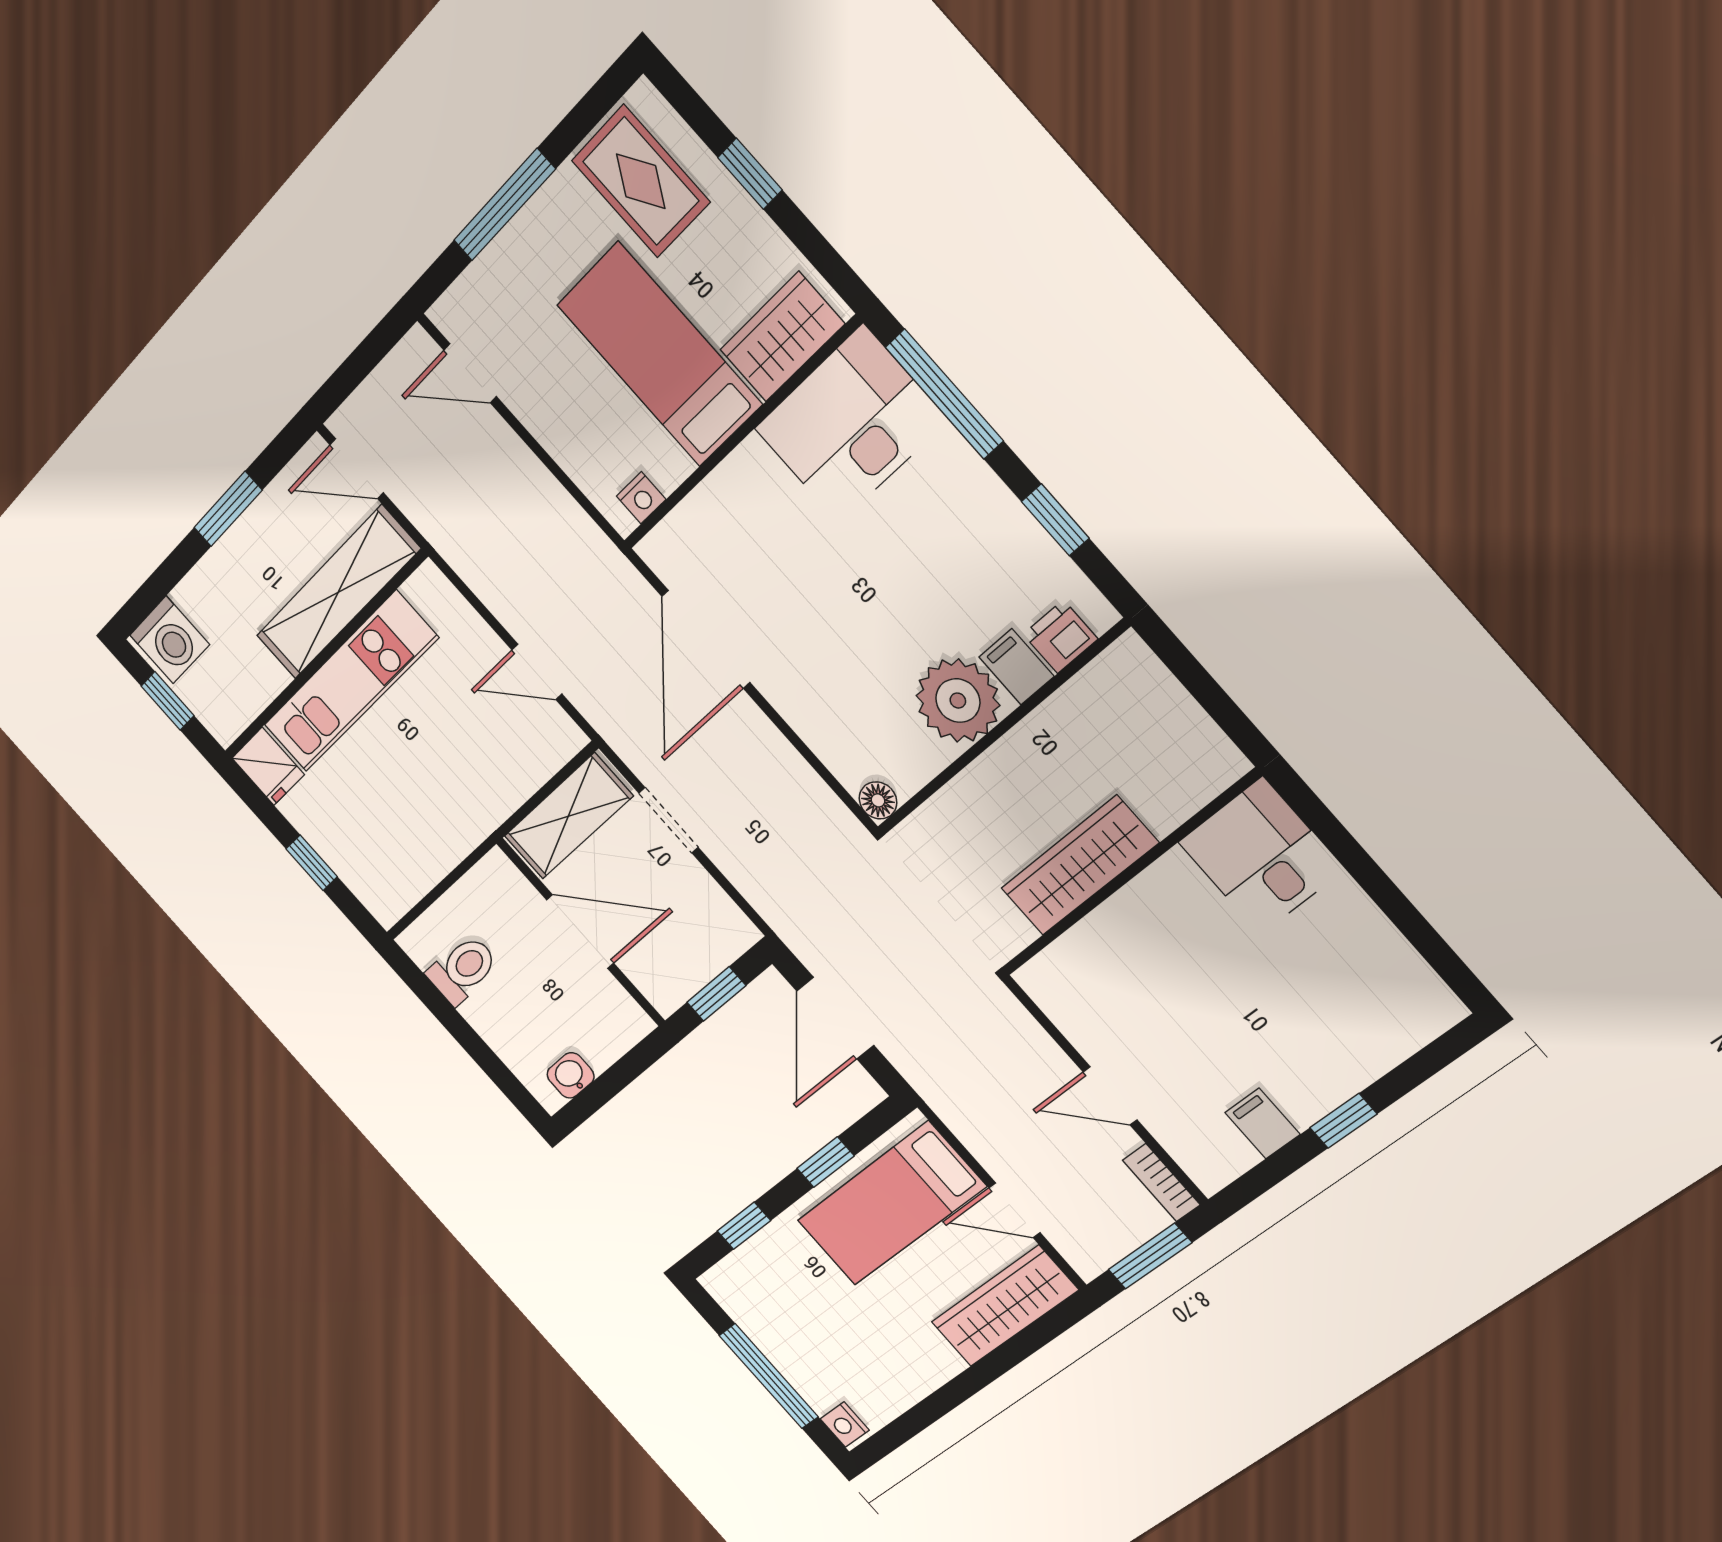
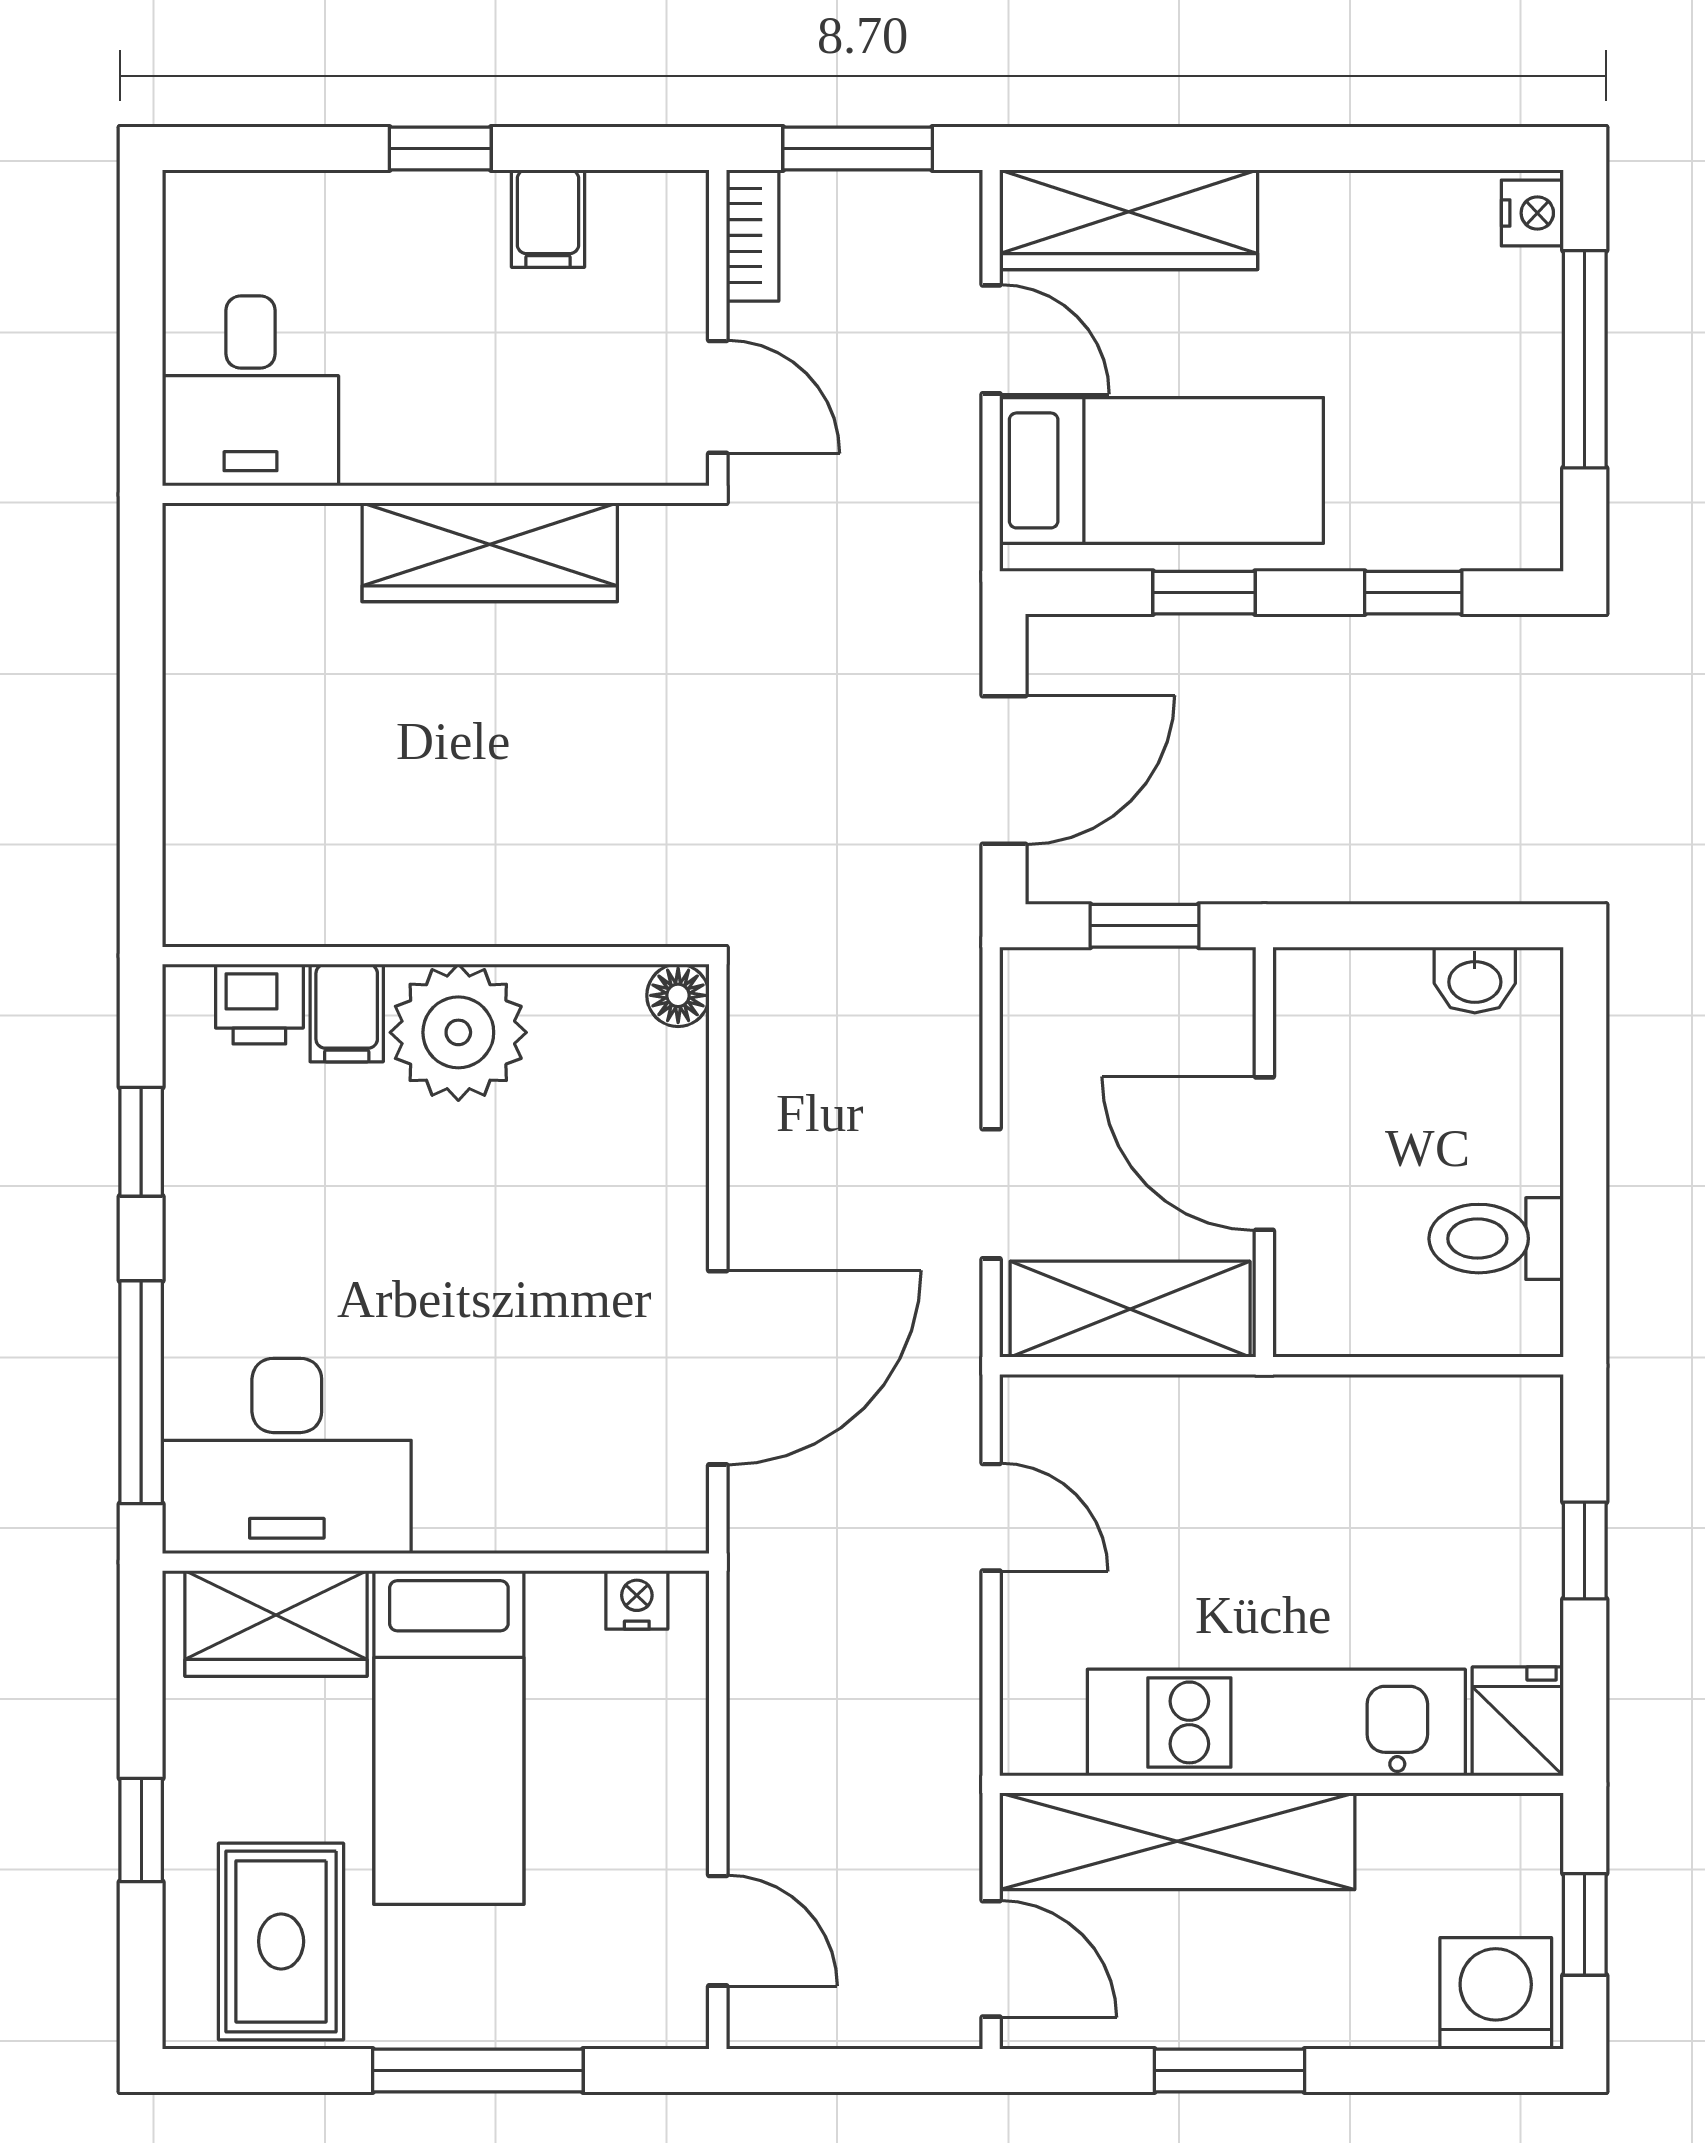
desk: (1261, 856) -> (251, 391), moved
wardrobe: (1079, 866) -> (490, 552), moved
wall: (1129, 874) -> (436, 494), moved

